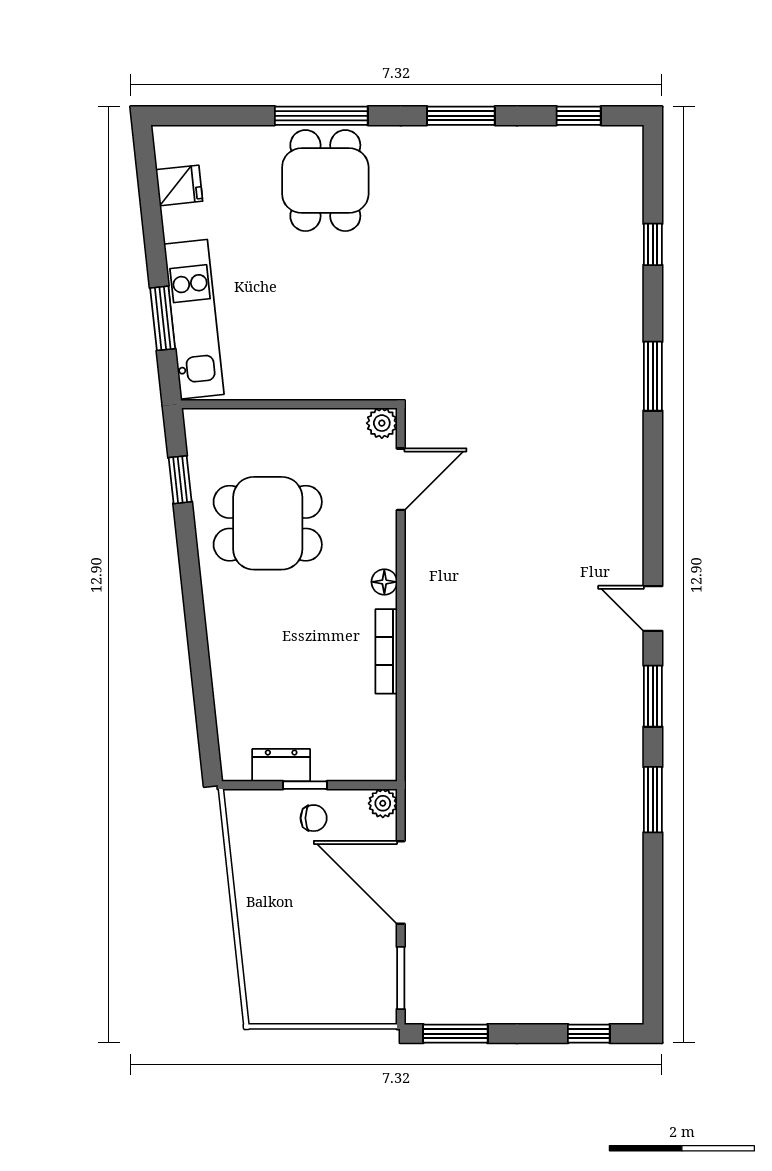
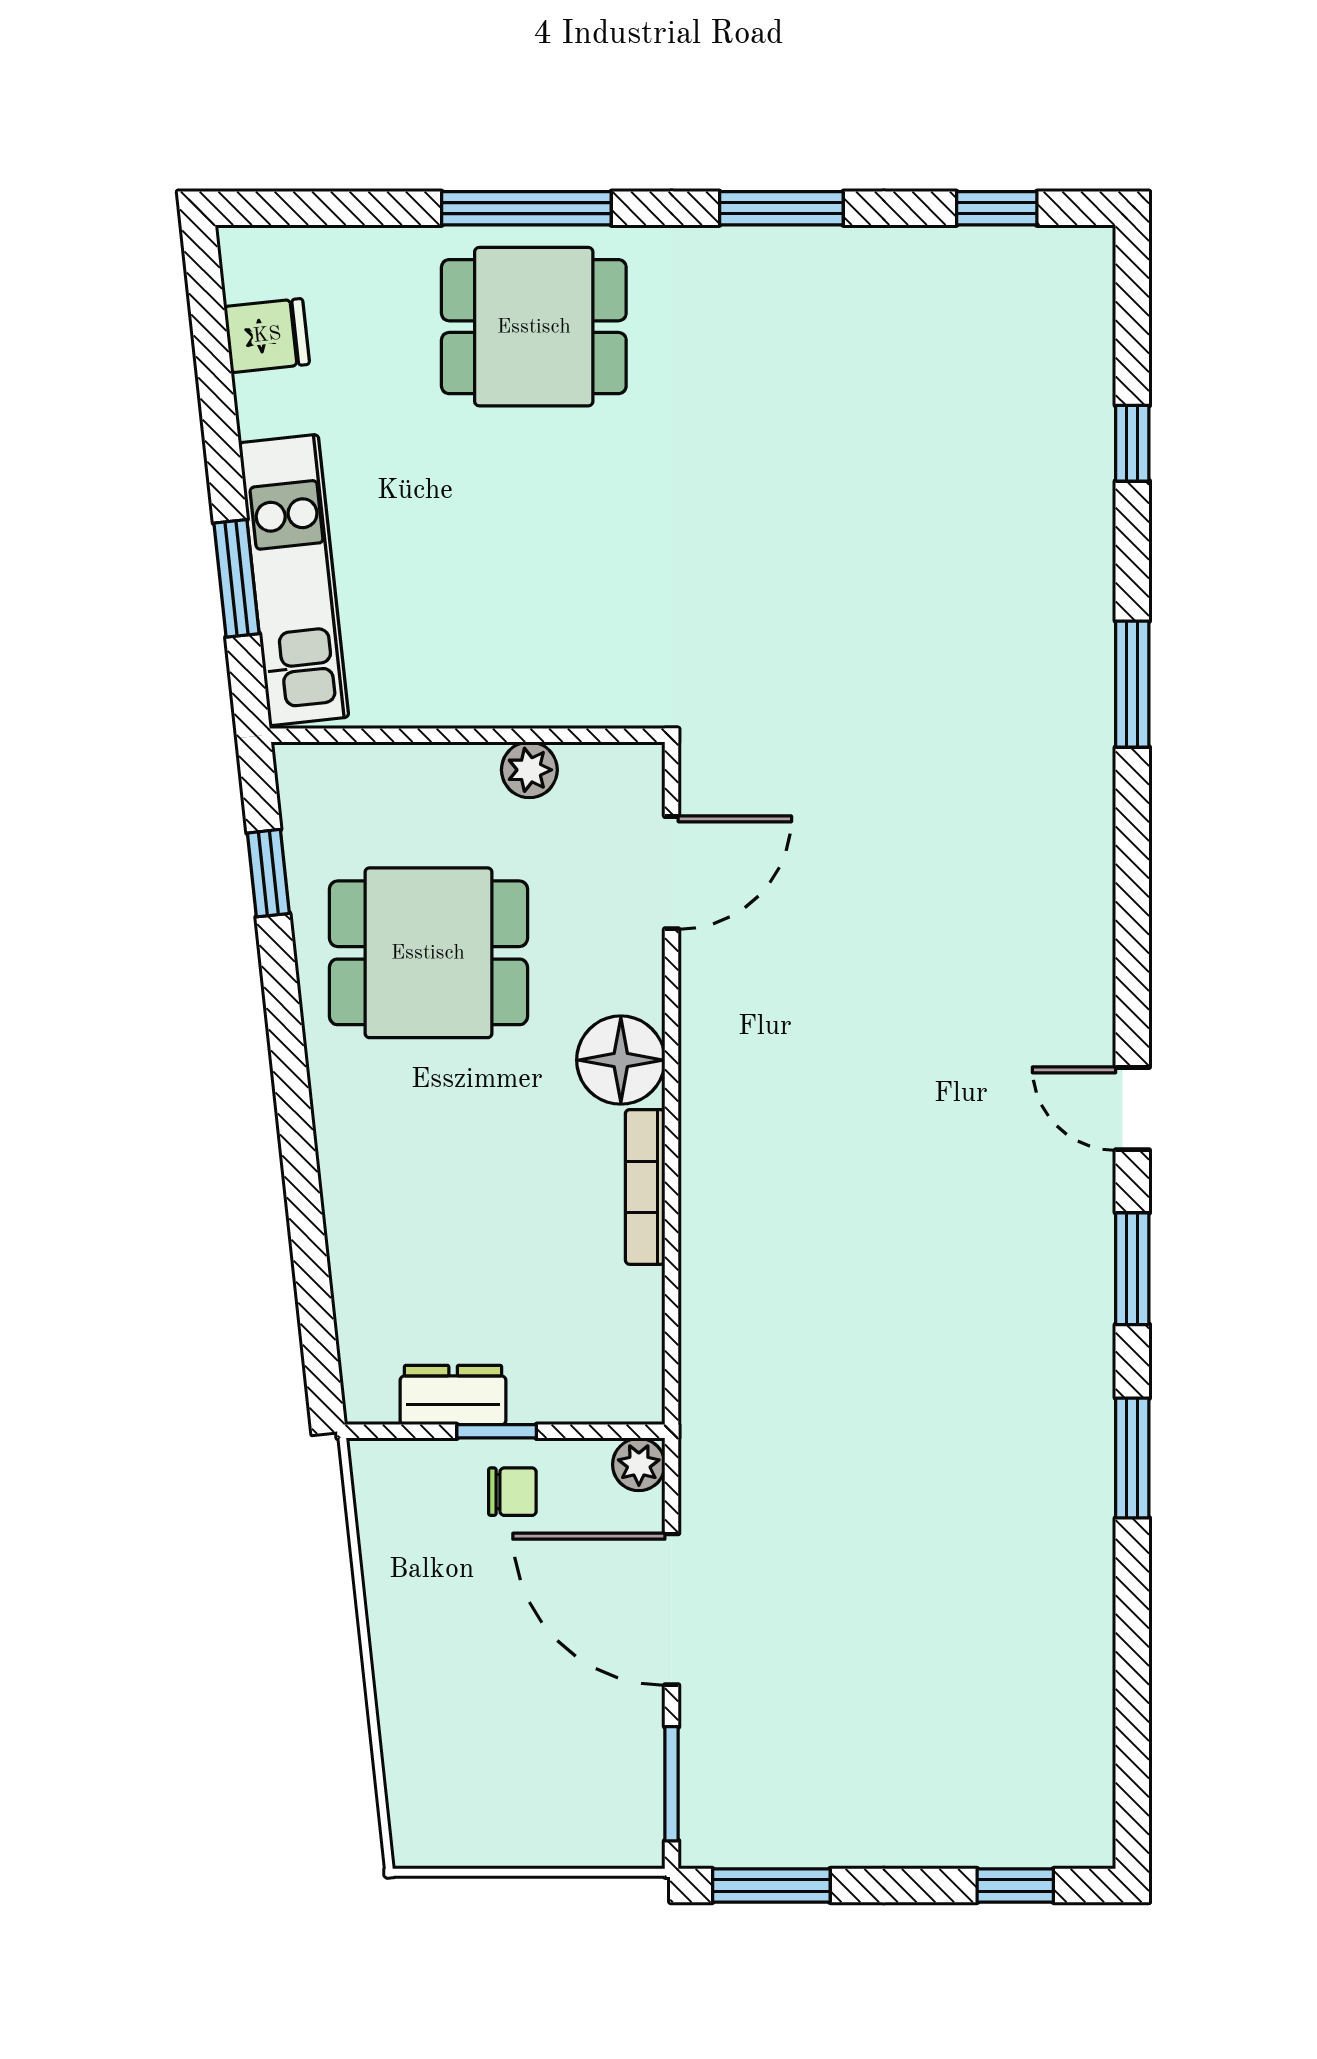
dining table: (325, 181) -> (534, 327), turned 90
plant: (382, 423) -> (529, 770), moved
floor lamp: (384, 582) -> (621, 1060), width x1.89, depth x1.89

